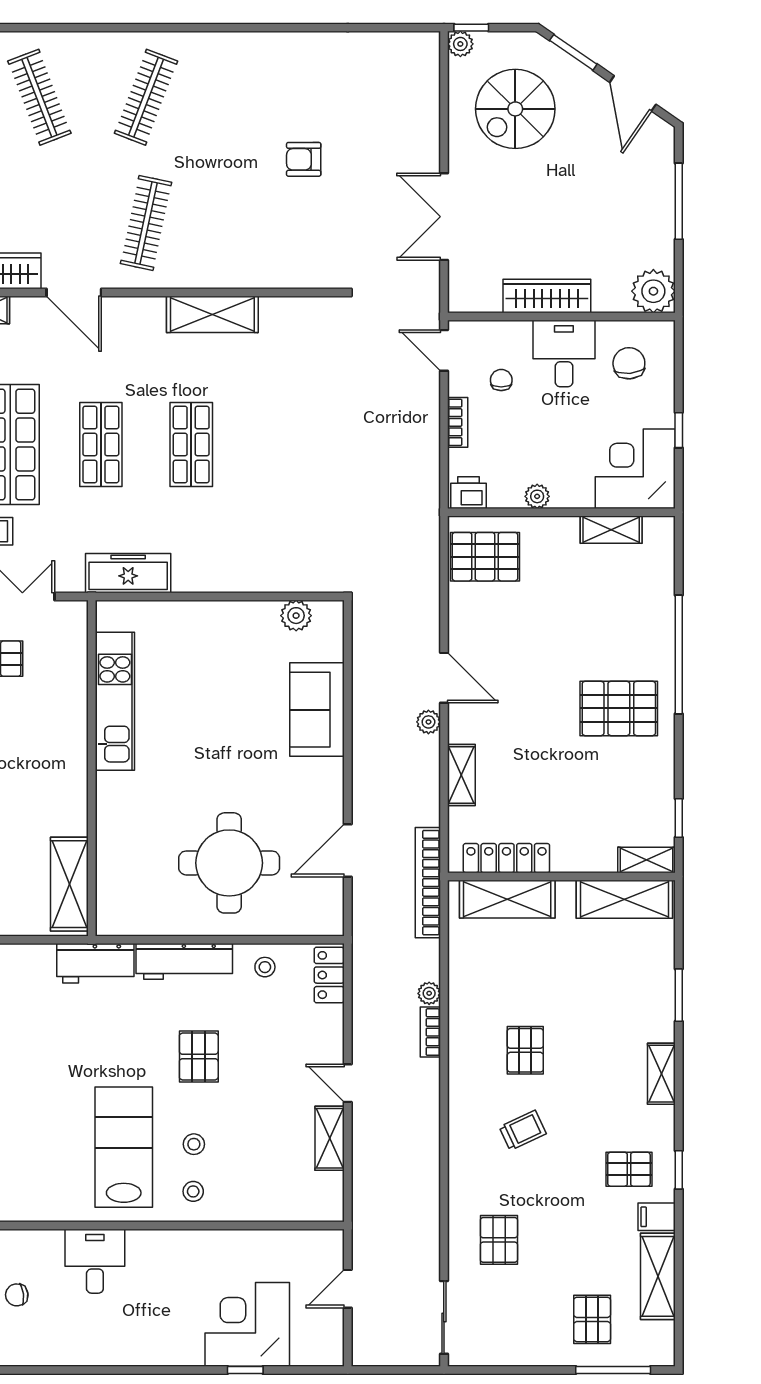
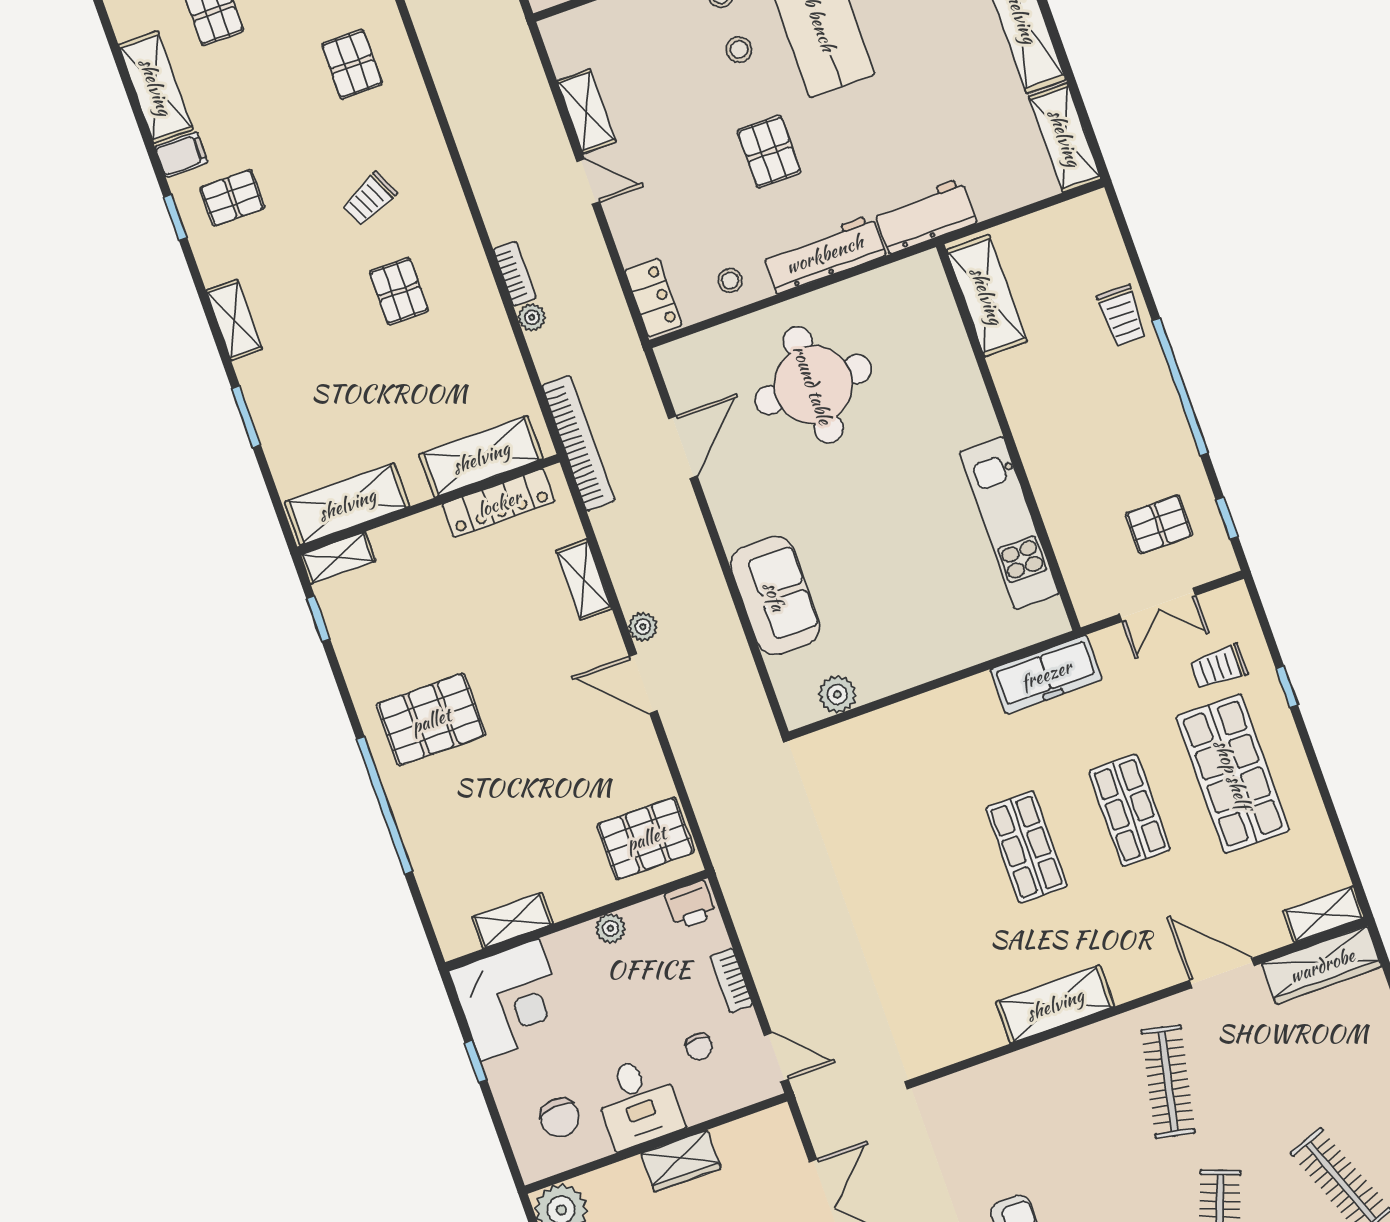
wardrobe: (547, 296) -> (681, 1161), width x0.67

